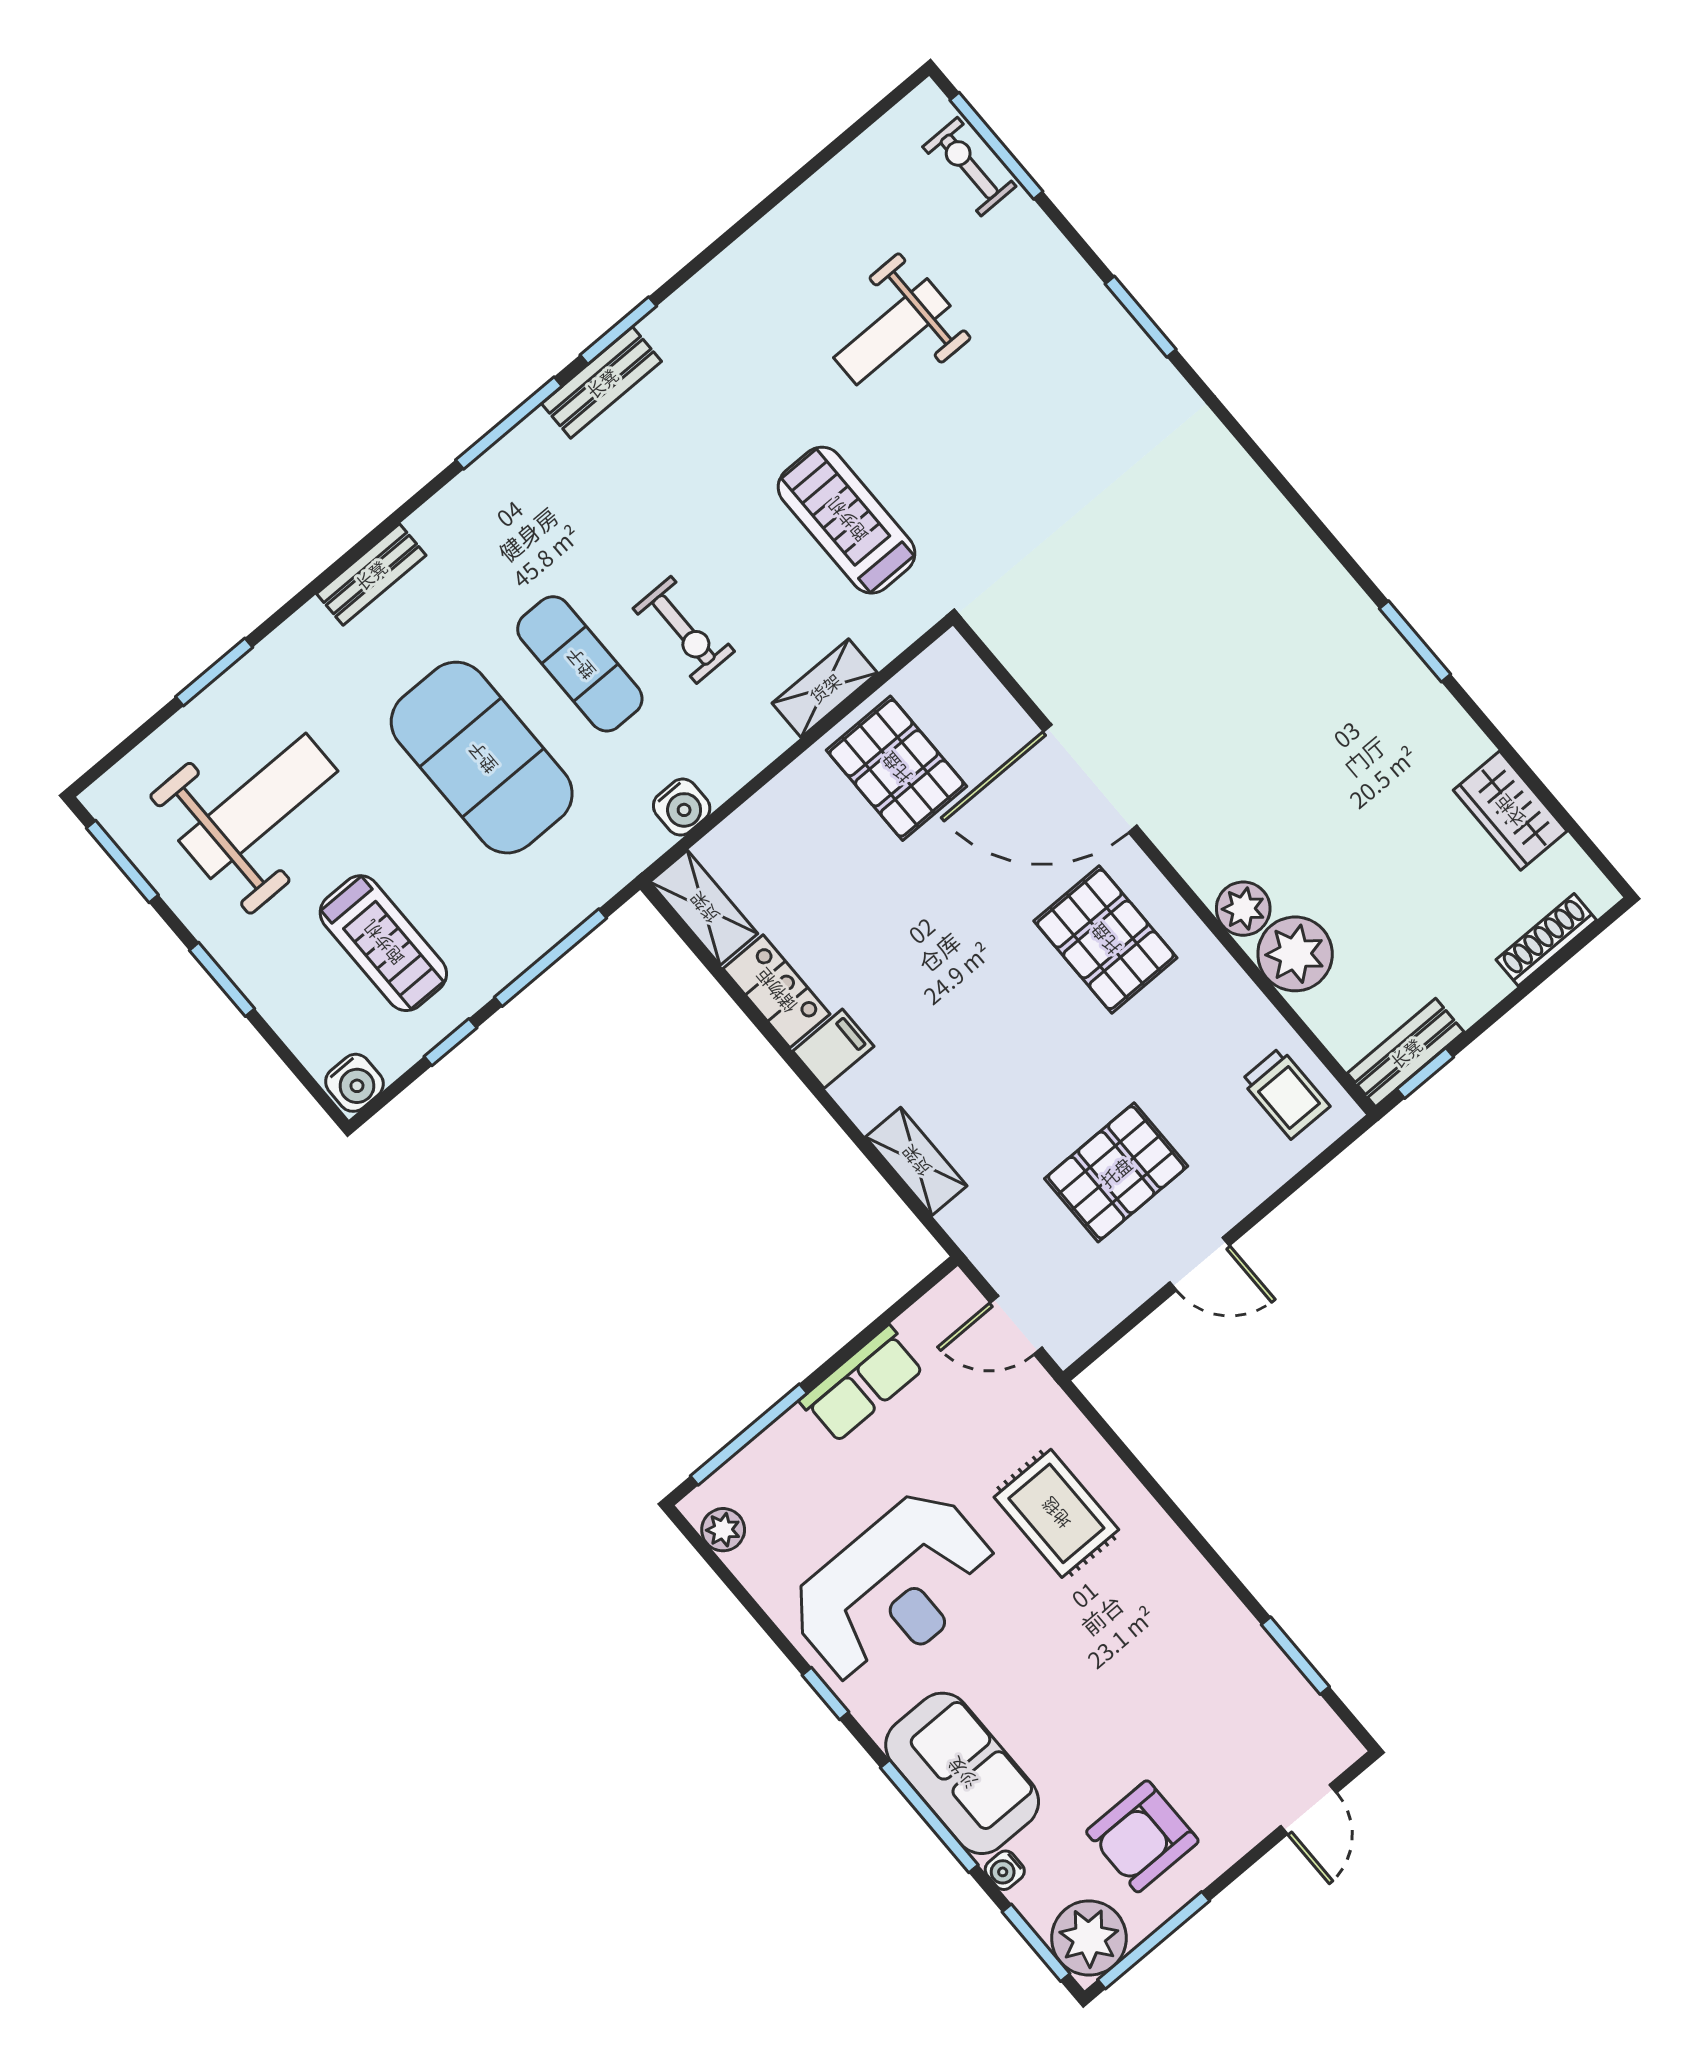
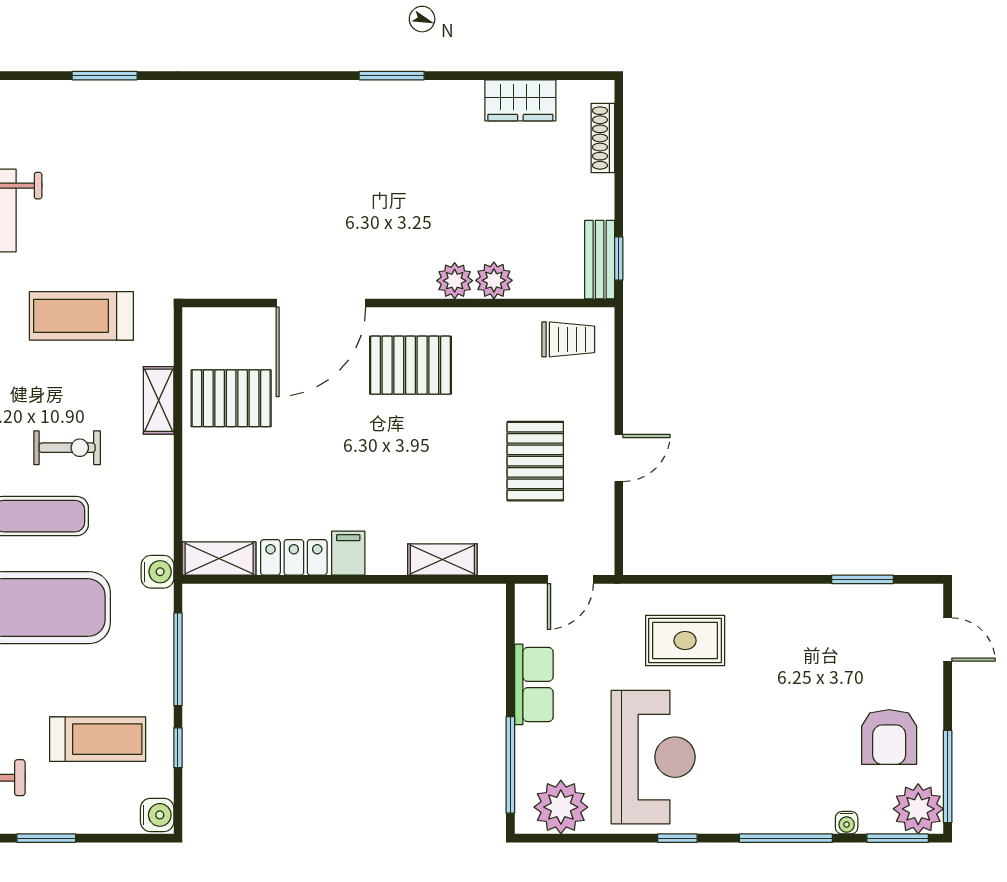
water cooler: (682, 807) -> (157, 572), moved
plant: (1295, 954) -> (494, 280), width x0.73, depth x0.73
plant: (723, 1530) -> (561, 807), width x1.87, depth x1.87
sofa: (962, 1773) -> (778, 802), removed

